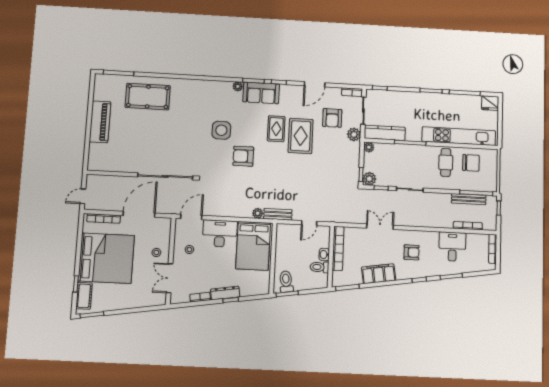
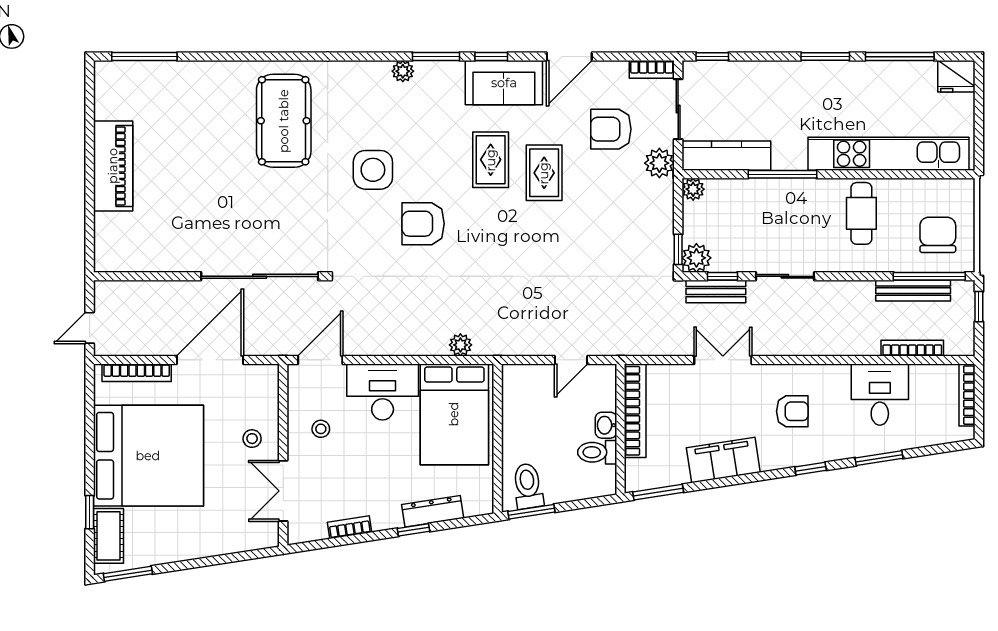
sofa: (261, 93) -> (504, 83), moved
pool table: (148, 97) -> (284, 121), moved, turned 90
armchair: (332, 118) -> (611, 129), turned 90
rug: (301, 136) -> (544, 173), width x0.73, depth x0.70
chair: (471, 163) -> (938, 235), moved, turned -90
bench: (278, 214) -> (716, 292), moved
dresser: (225, 293) -> (433, 511), moved

